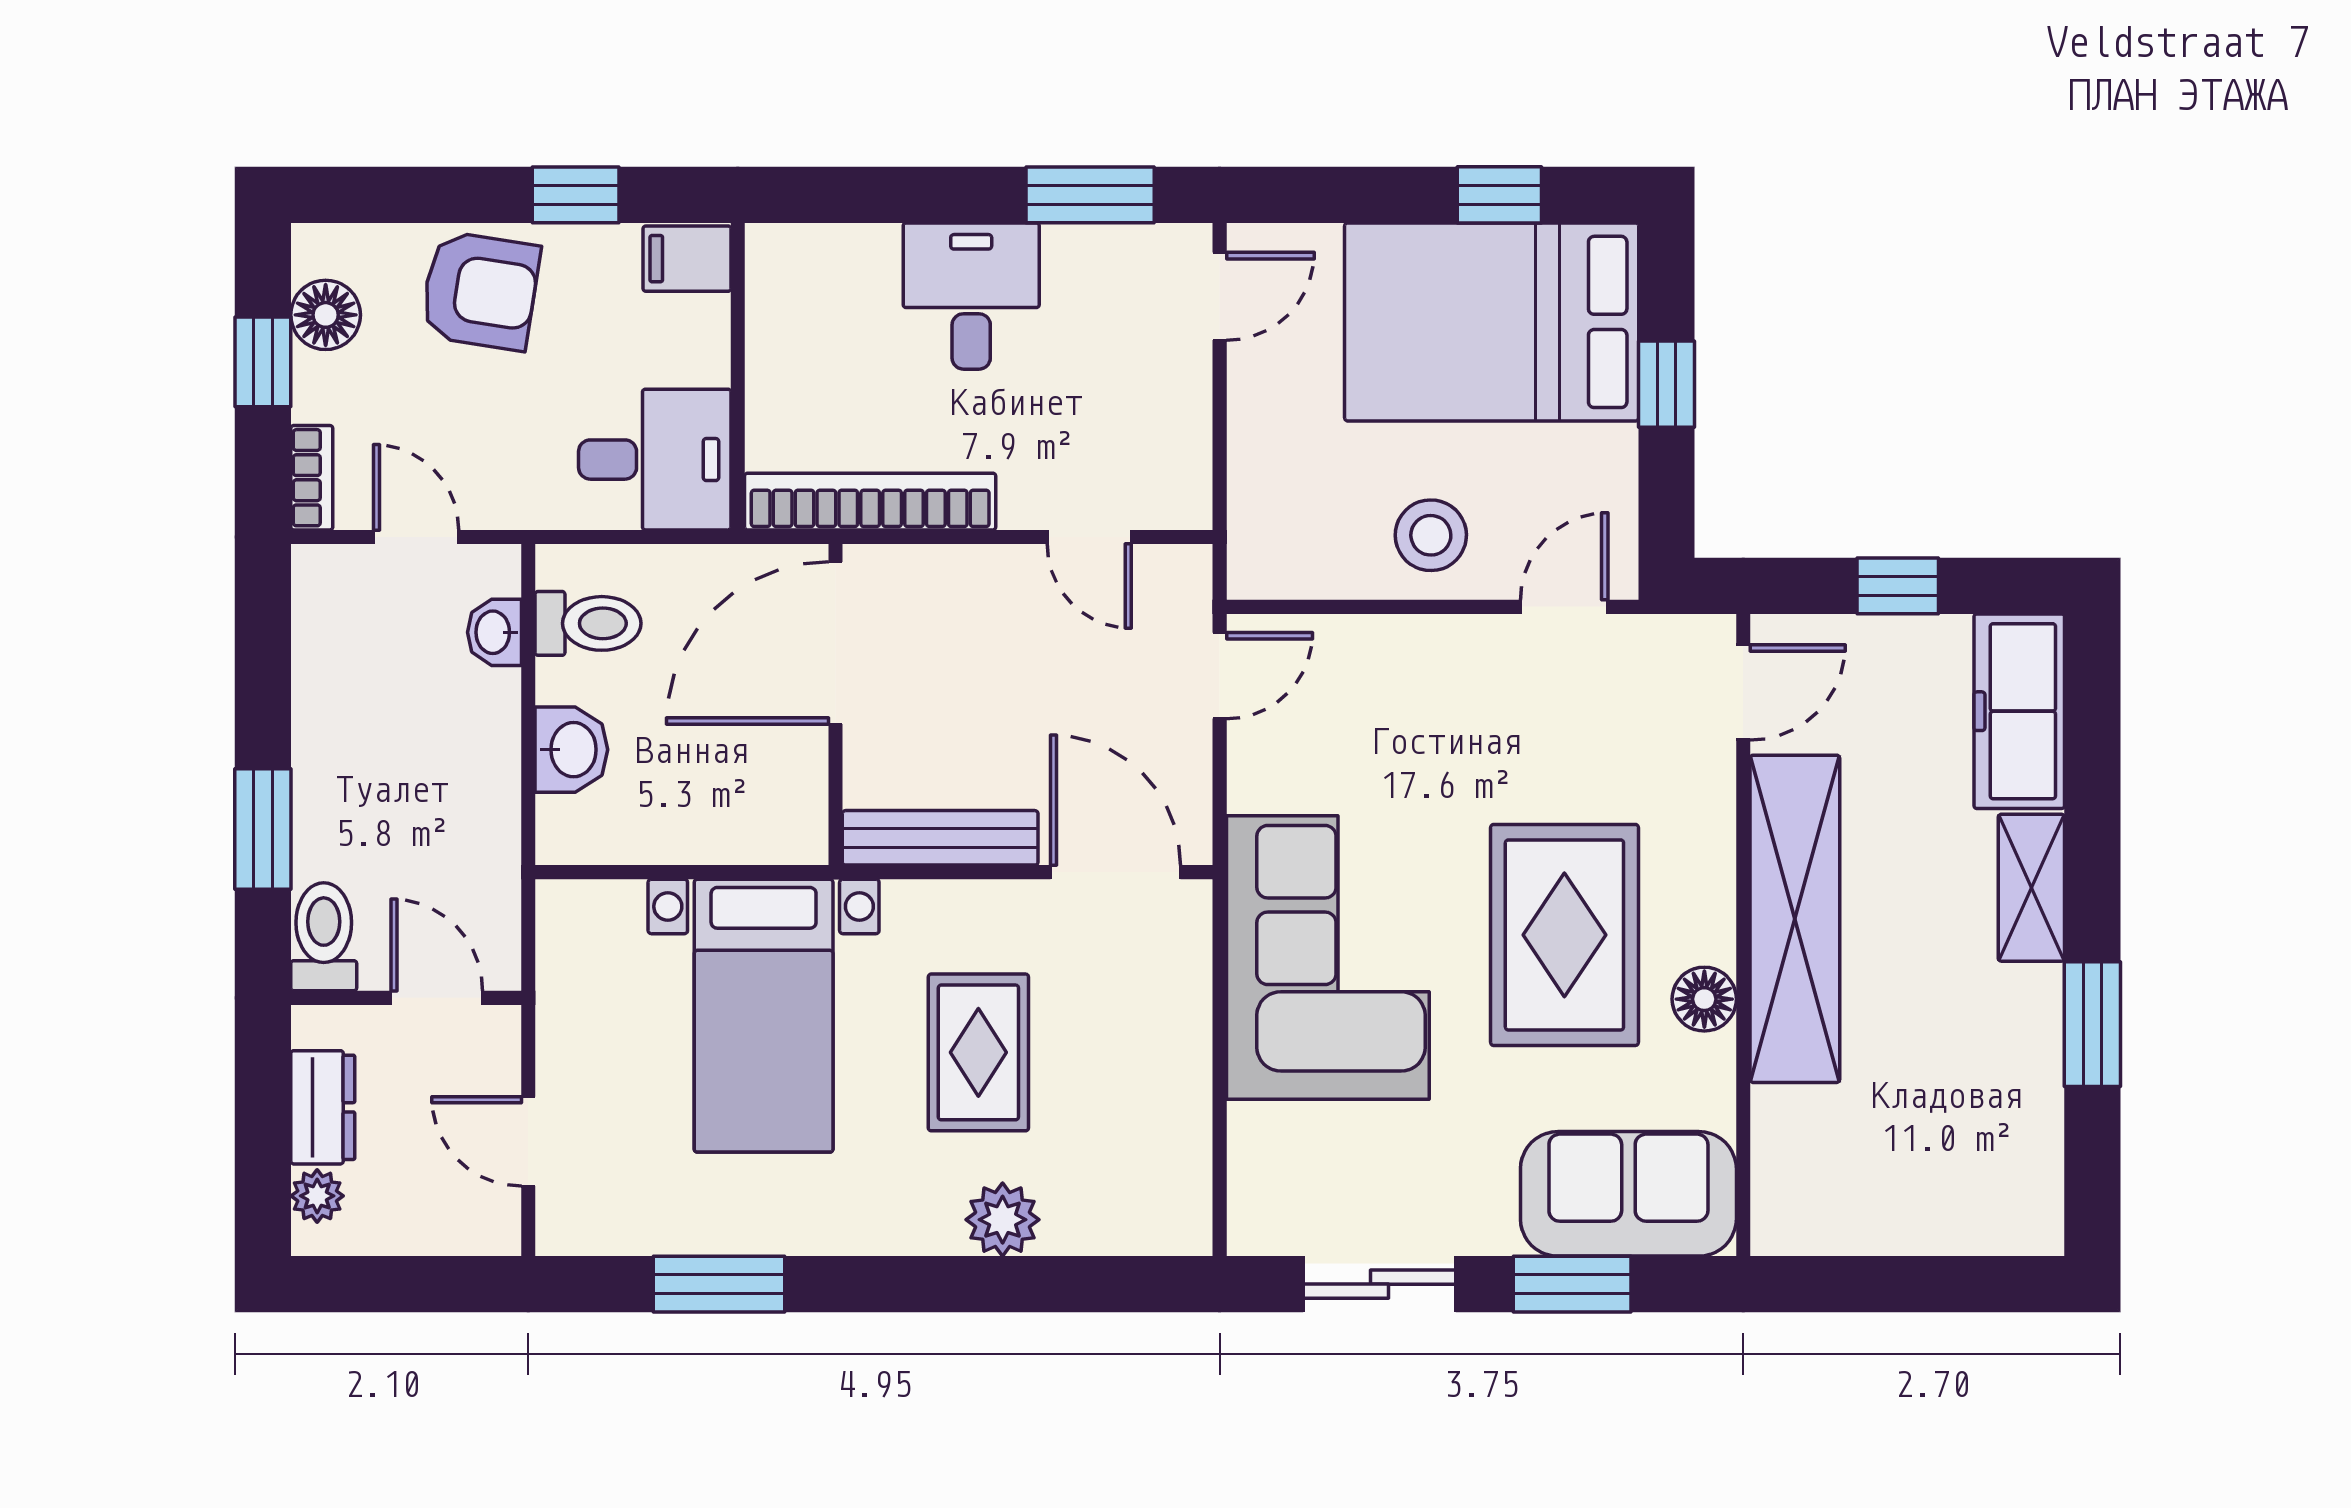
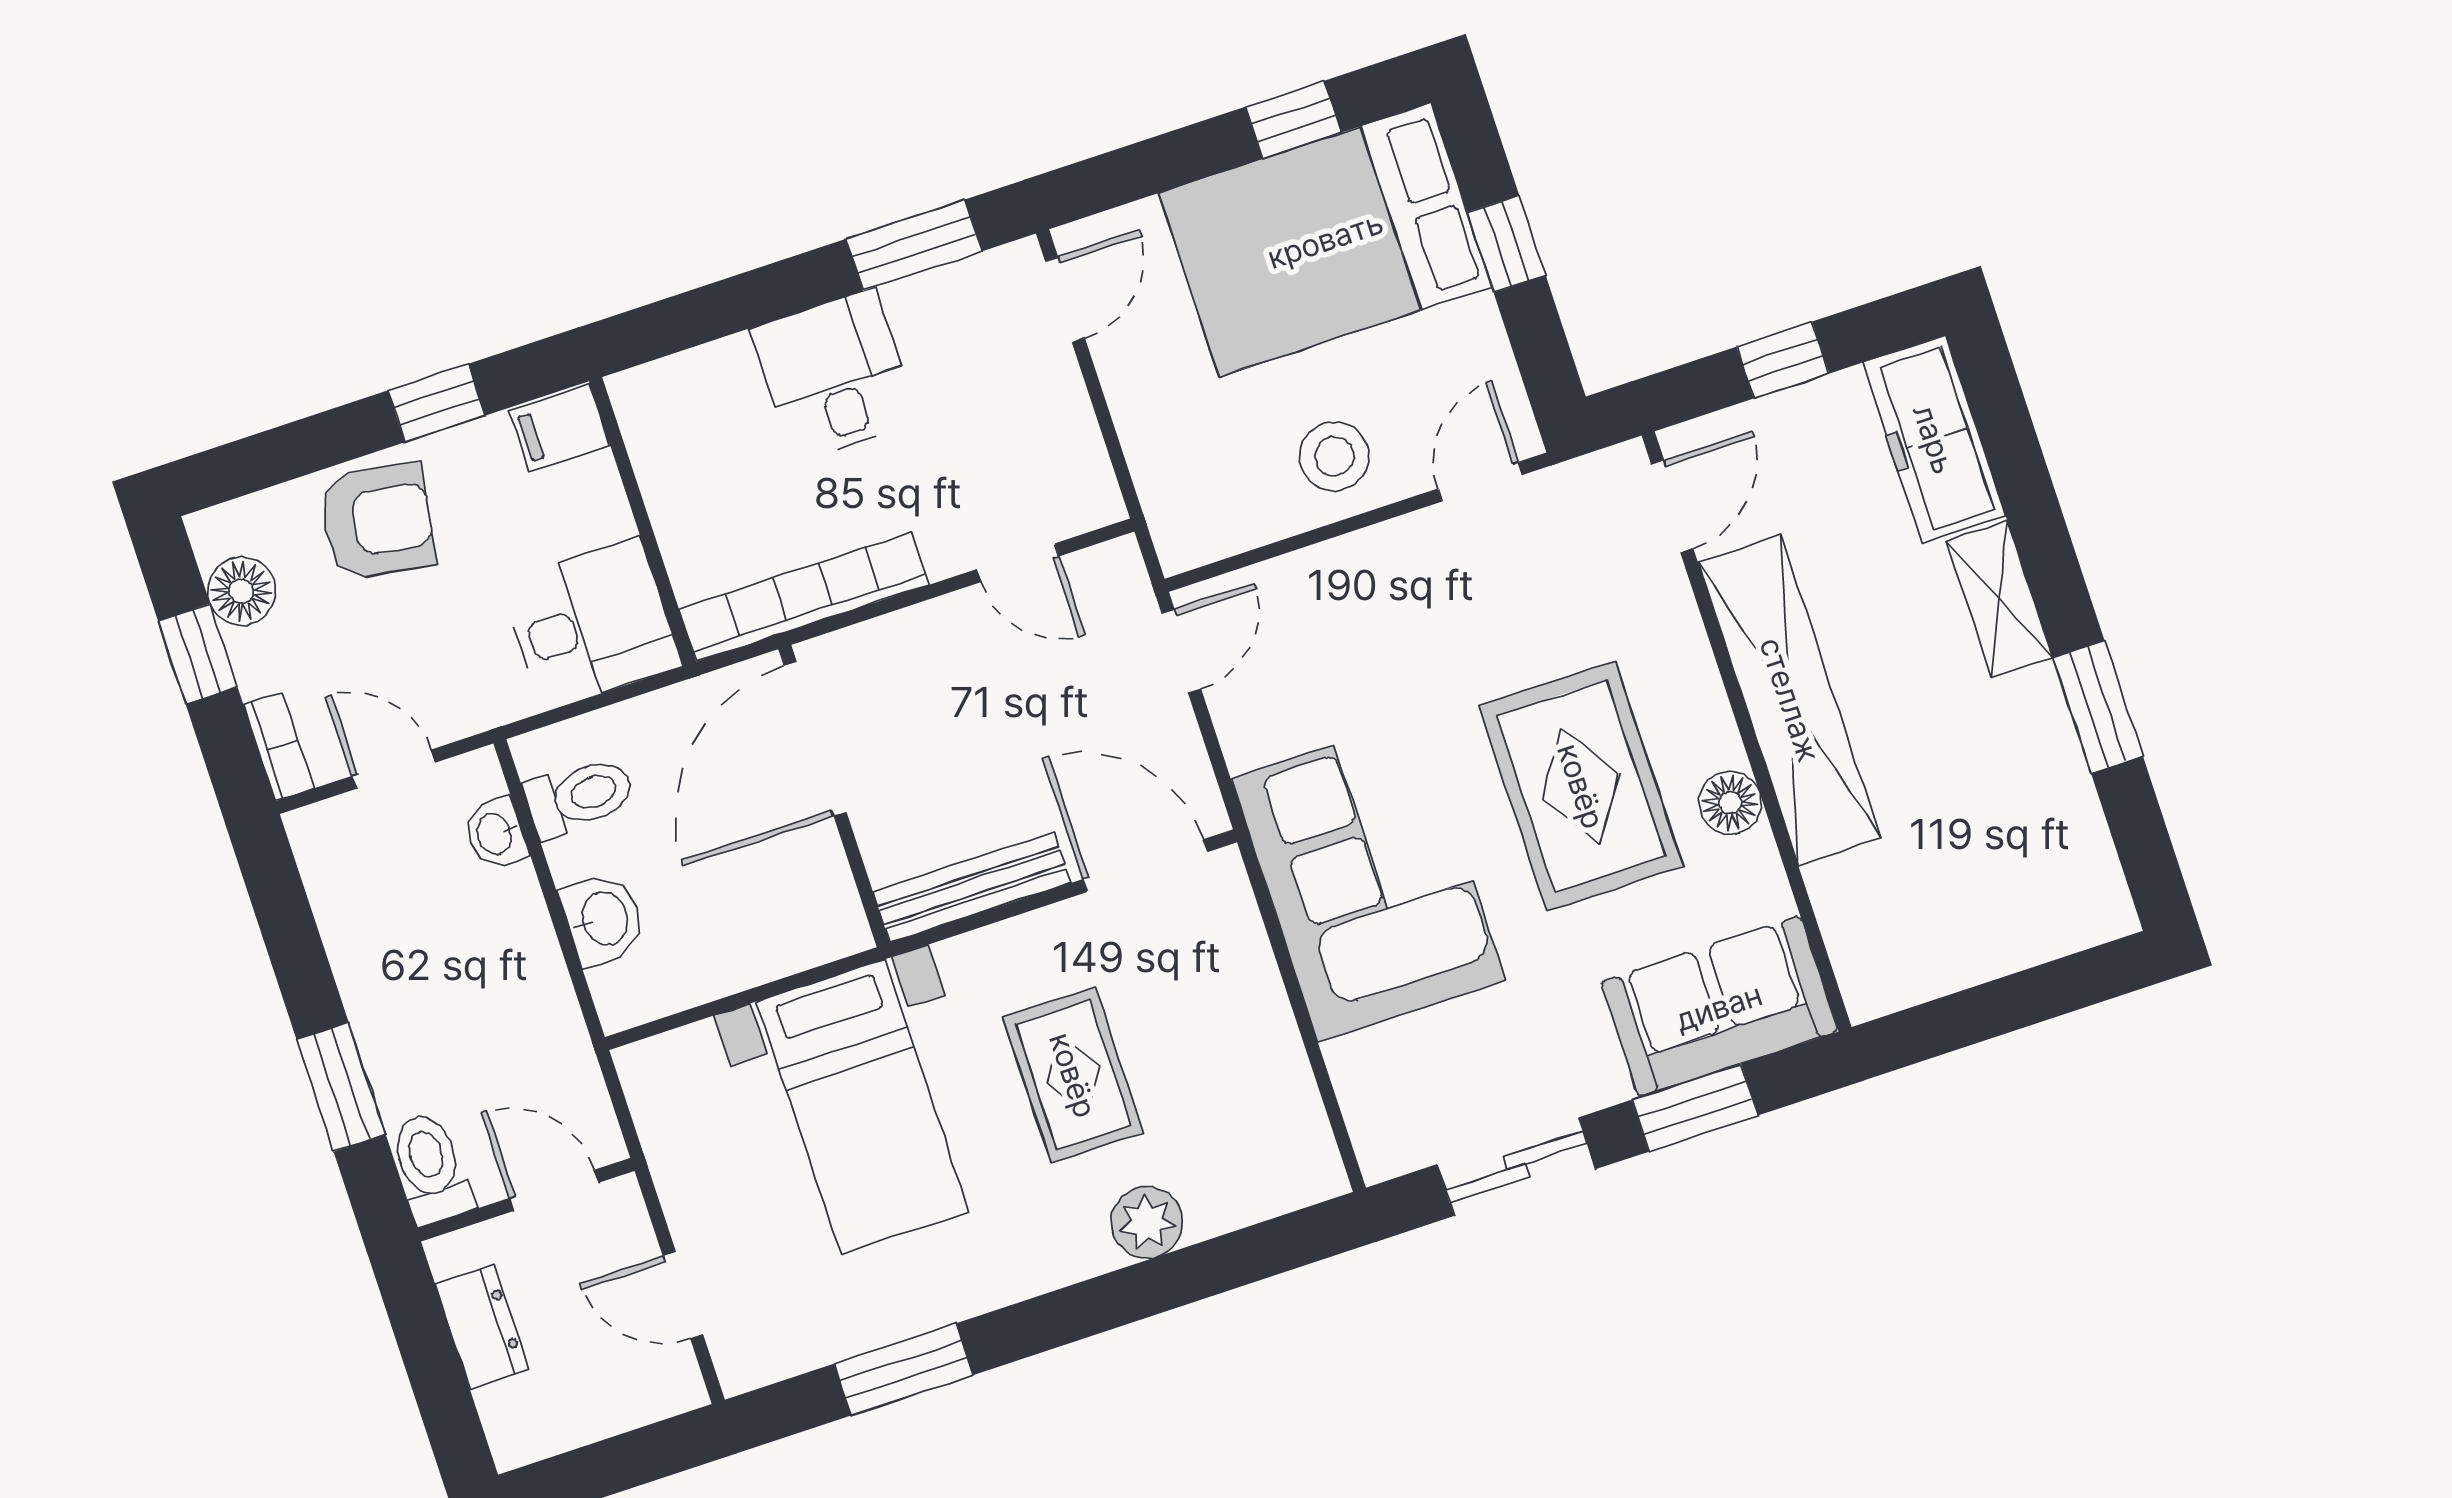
plant: (317, 1196) -> (504, 1411), removed

